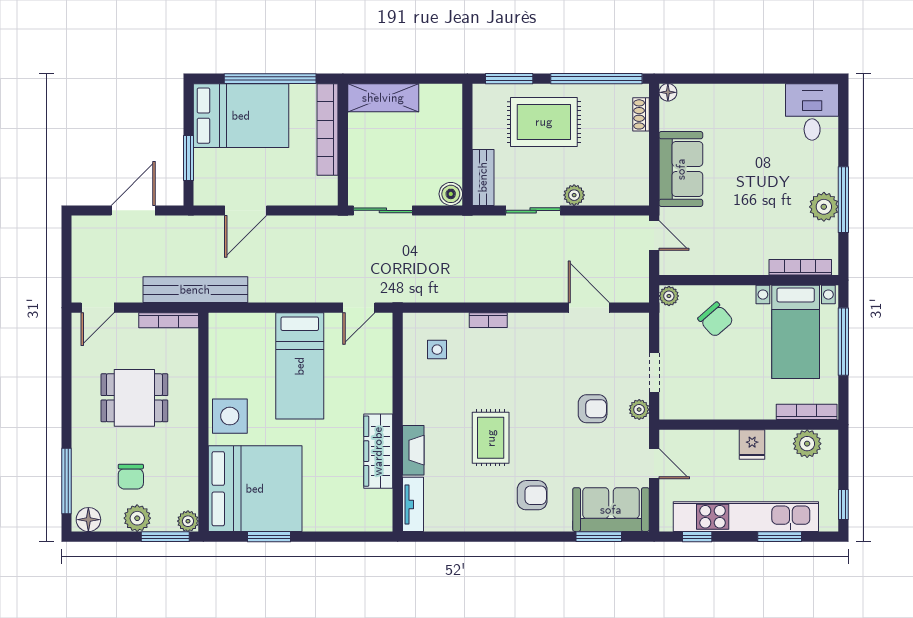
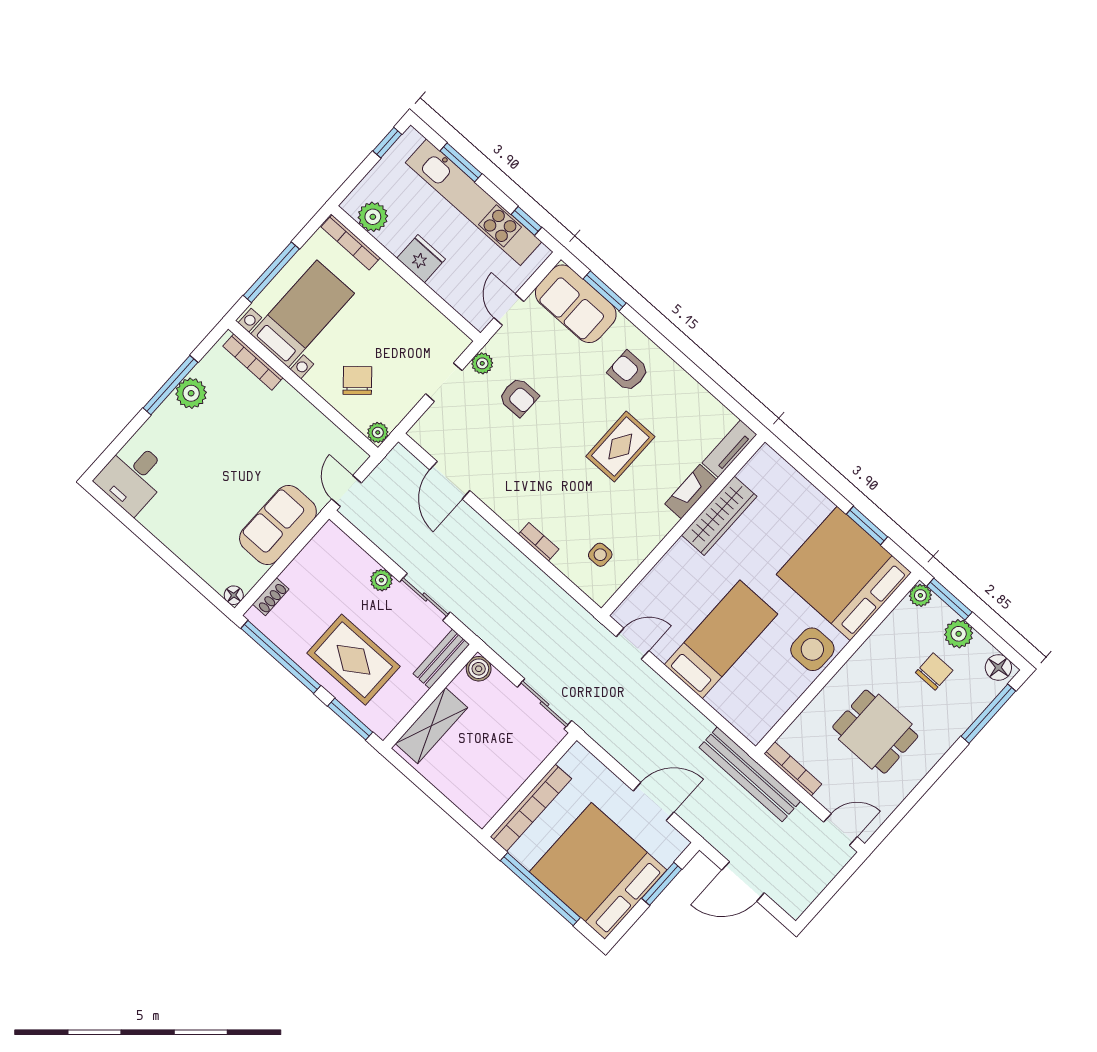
shelving: (383, 98) -> (431, 726), moved, turned 90
bed: (241, 116) -> (598, 871), width x1.36
armchair: (593, 409) -> (519, 397), turned 180
fridge: (752, 445) -> (421, 259), width x1.38

